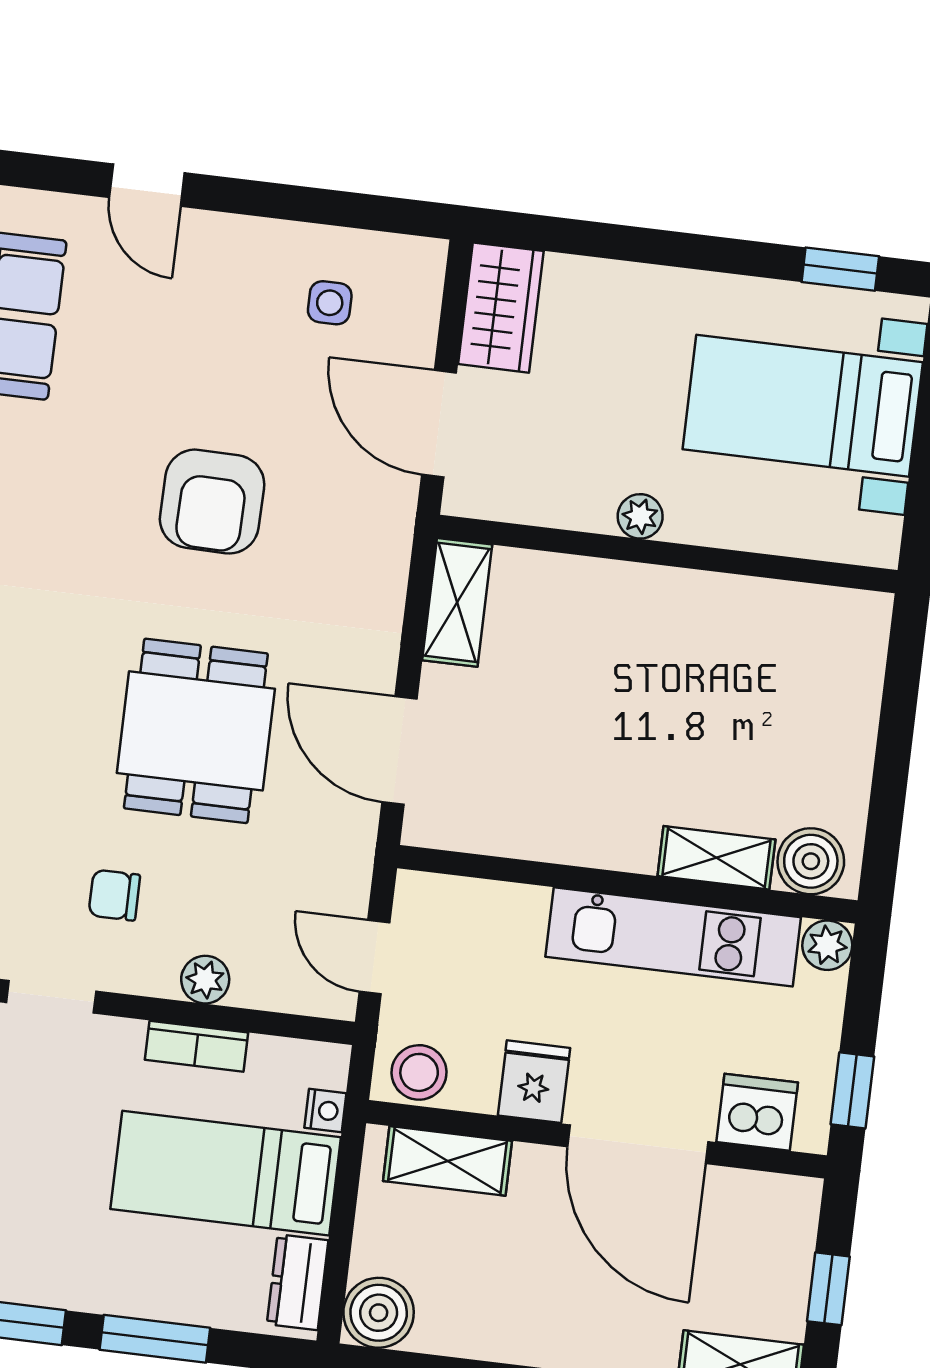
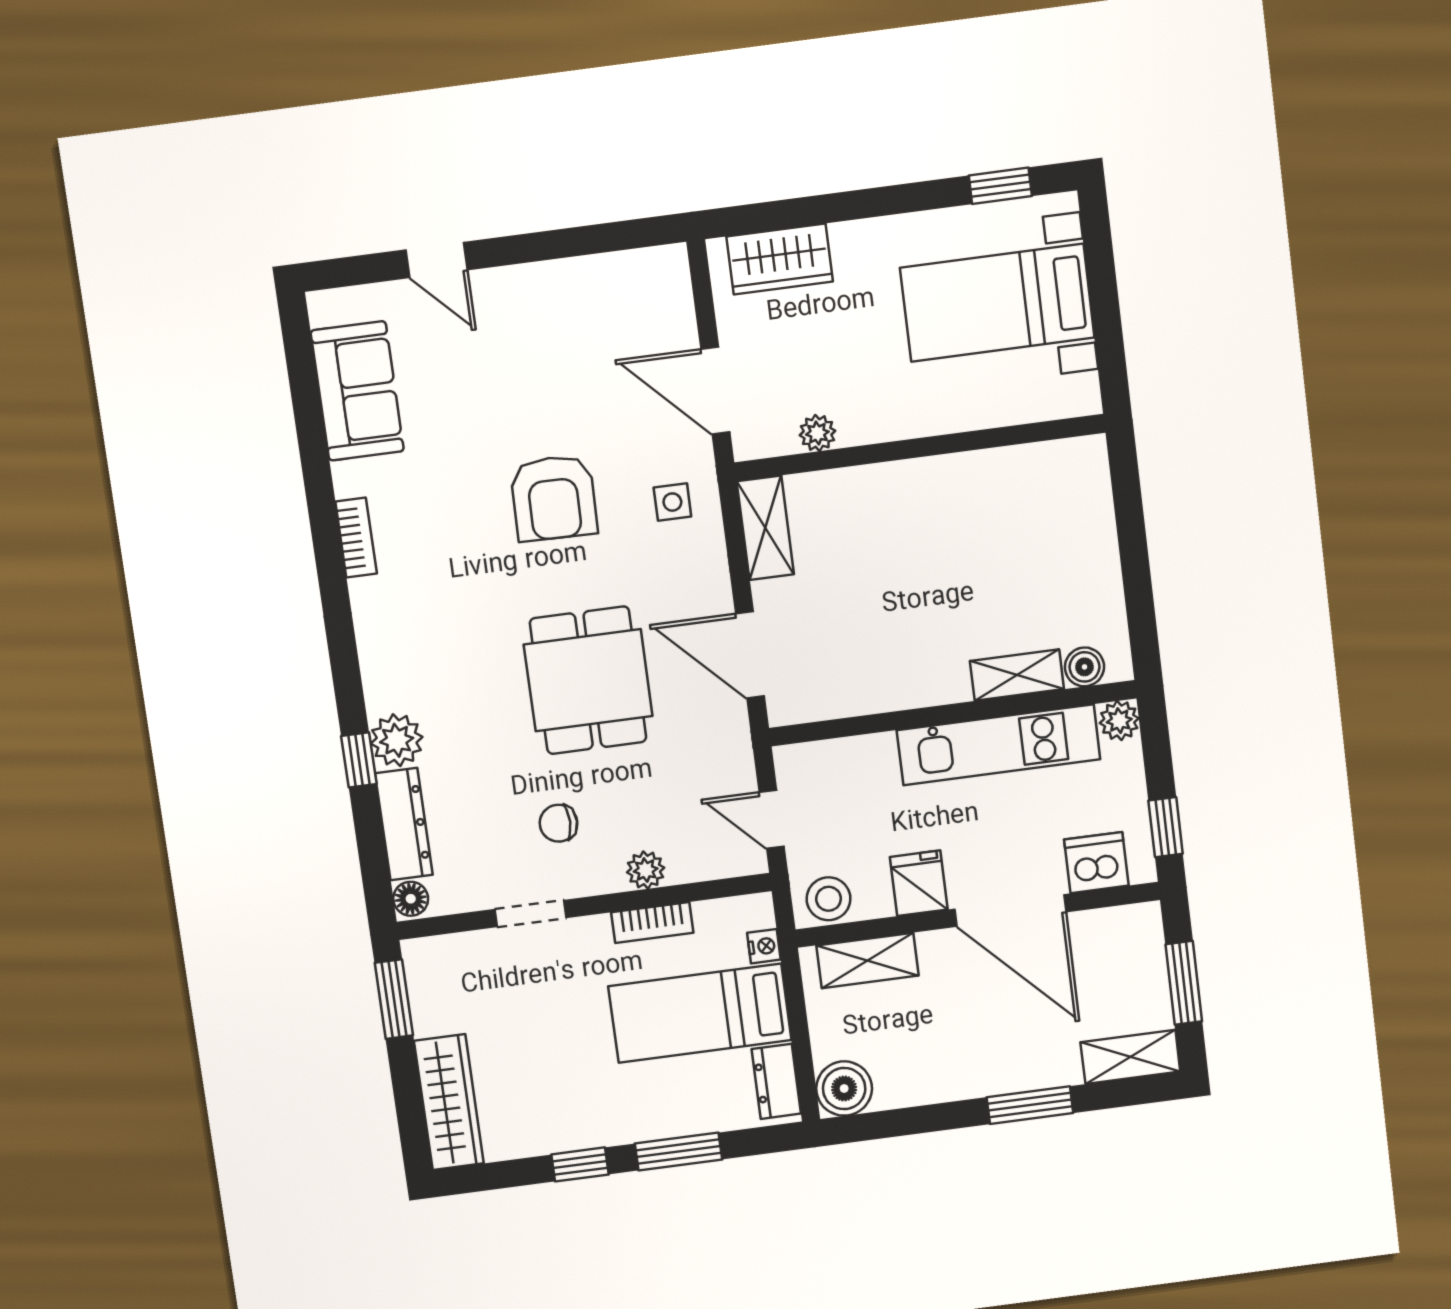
side table: (330, 303) -> (672, 502), moved
wardrobe: (501, 308) -> (780, 259), moved, turned 90
plant: (640, 516) -> (817, 433), moved
boiler: (811, 861) -> (1084, 667), width x0.73, depth x0.73
window: (828, 1289) -> (1184, 983), width x1.50

